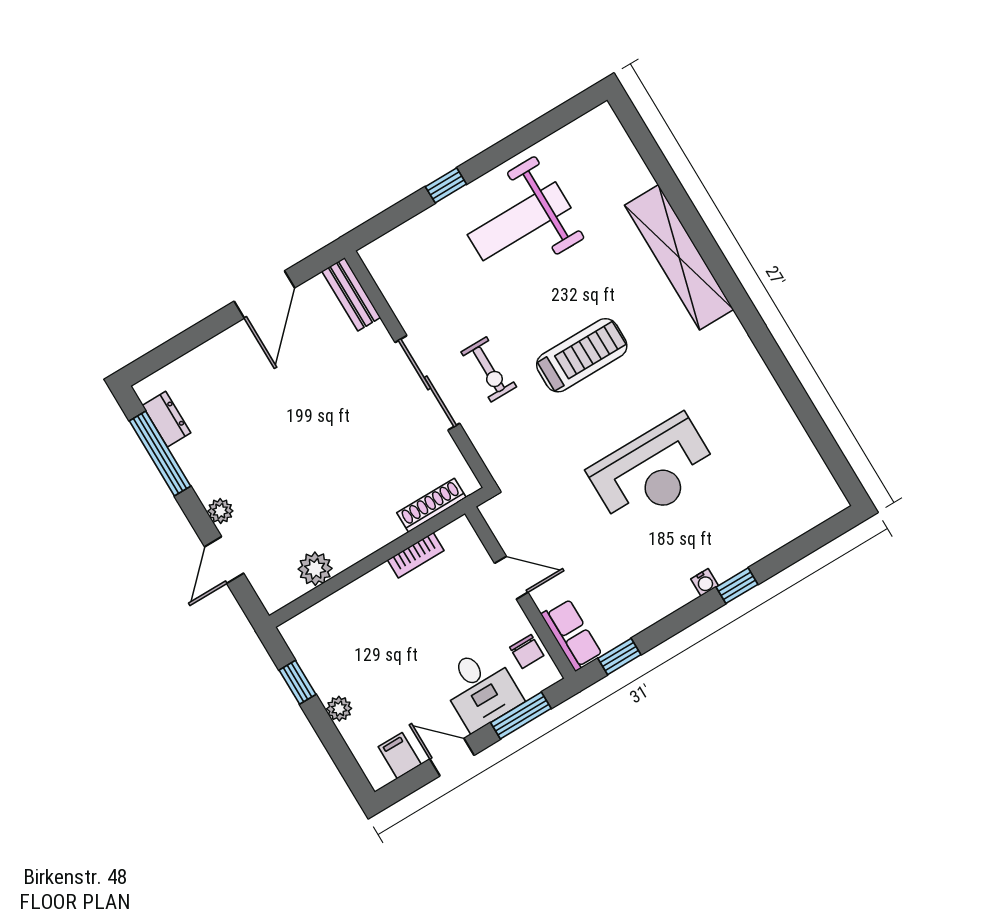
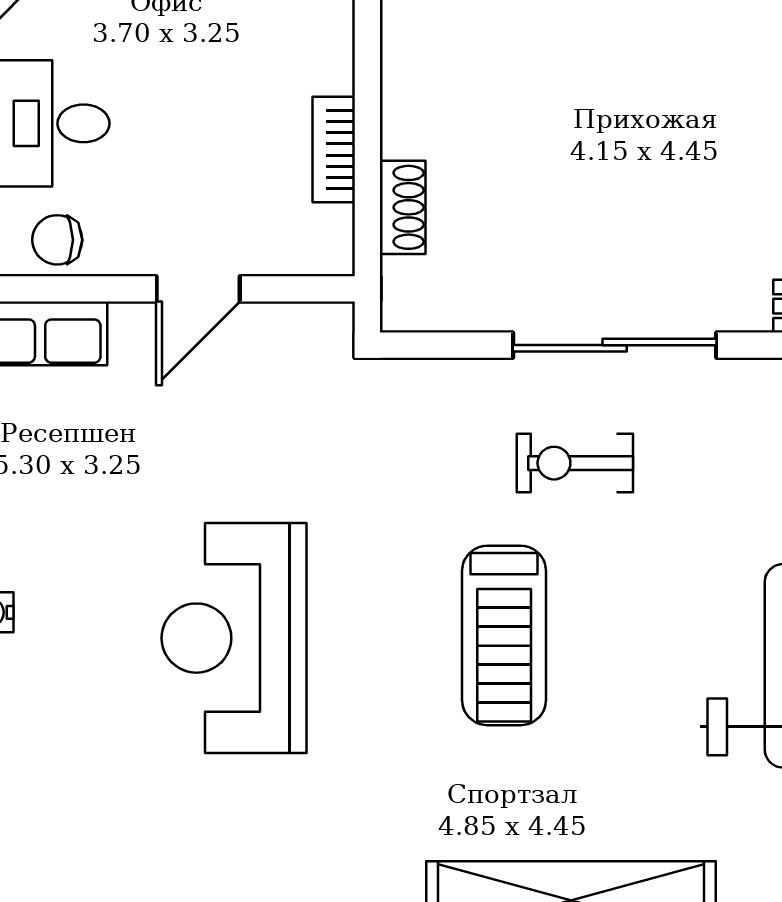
shoe rack: (432, 505) -> (403, 207), width x0.70

